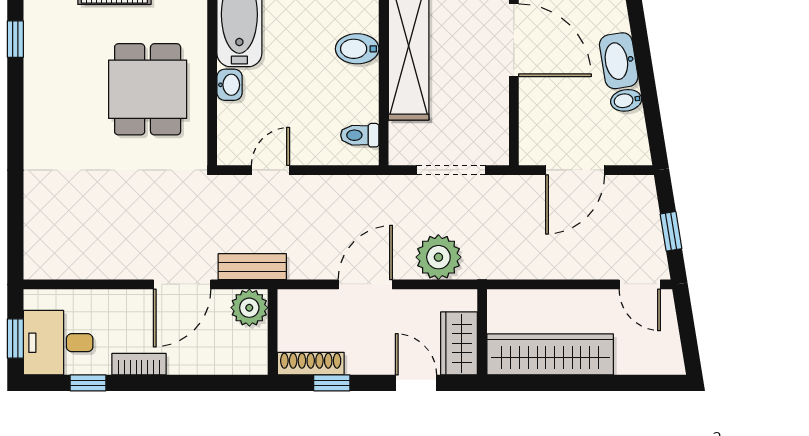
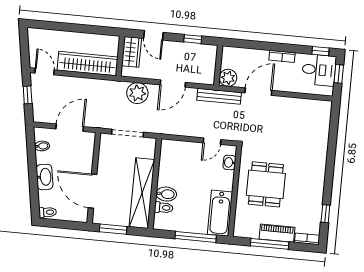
washbasin: (230, 85) -> (229, 162), moved
bidet: (626, 100) -> (42, 146), moved
toilet: (360, 135) -> (164, 208), moved
bench: (252, 267) -> (219, 96), width x1.36
wardrobe: (550, 354) -> (88, 64), moved, turned 180
shoe rack: (311, 364) -> (202, 49), removed
window: (88, 383) -> (320, 51), moved

